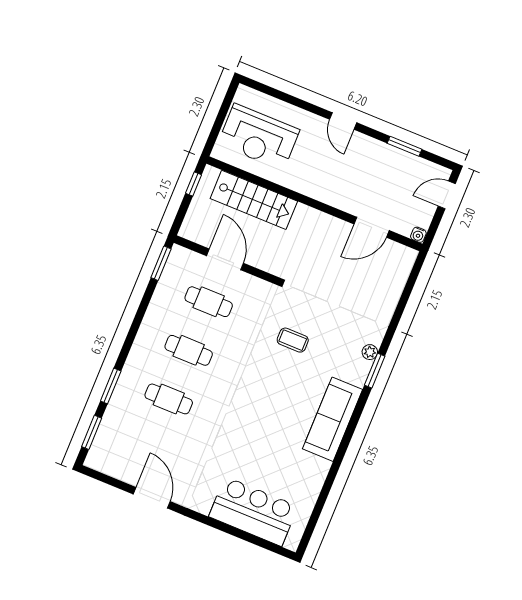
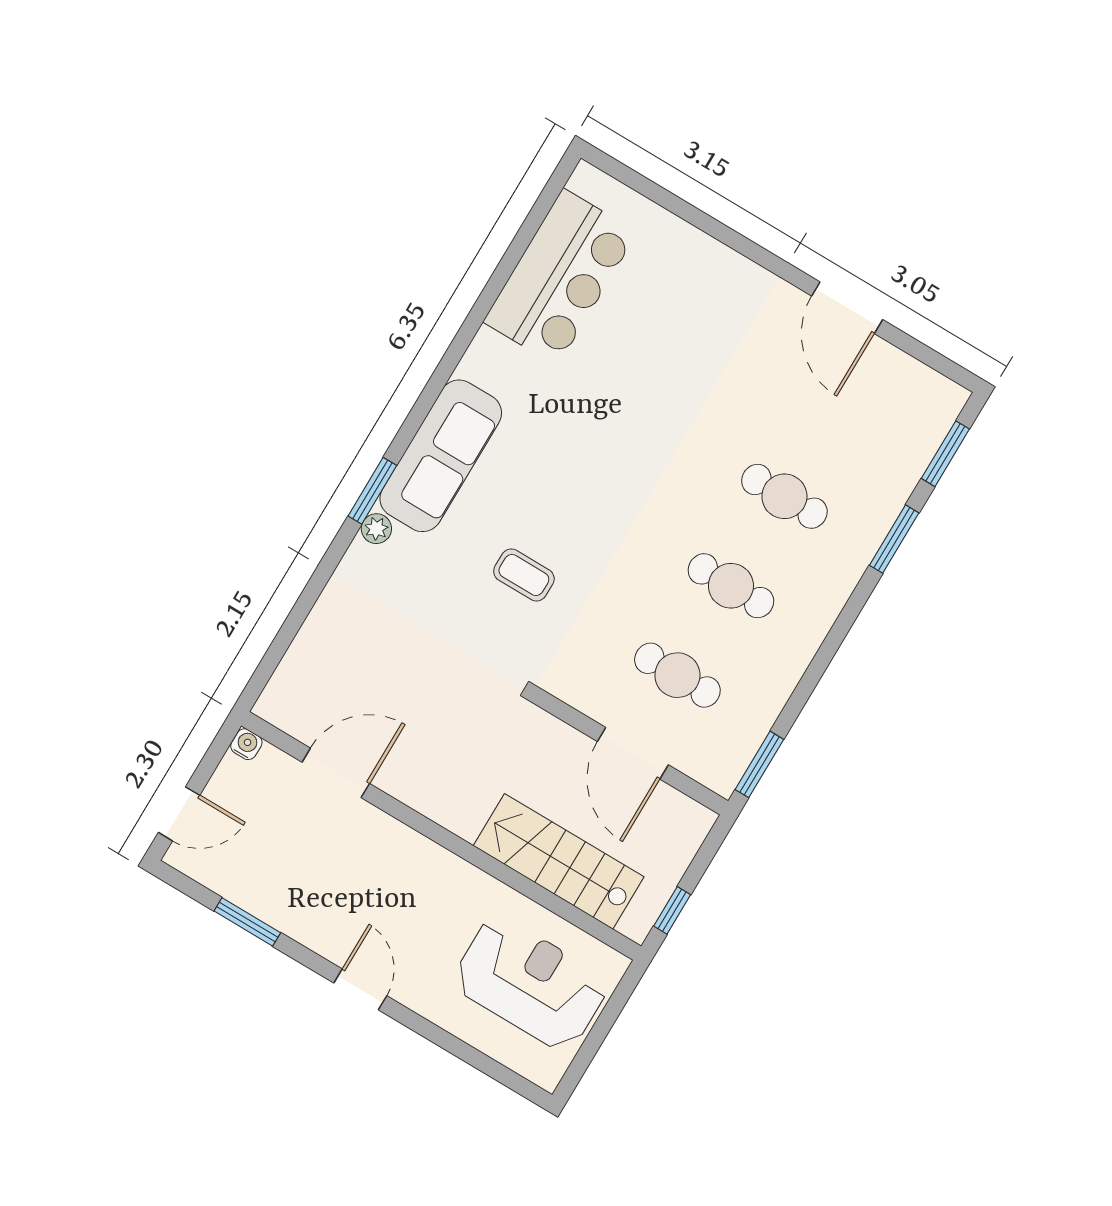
sofa: (333, 419) -> (441, 456), moved
bar counter: (253, 511) -> (560, 277), moved, turned -90

